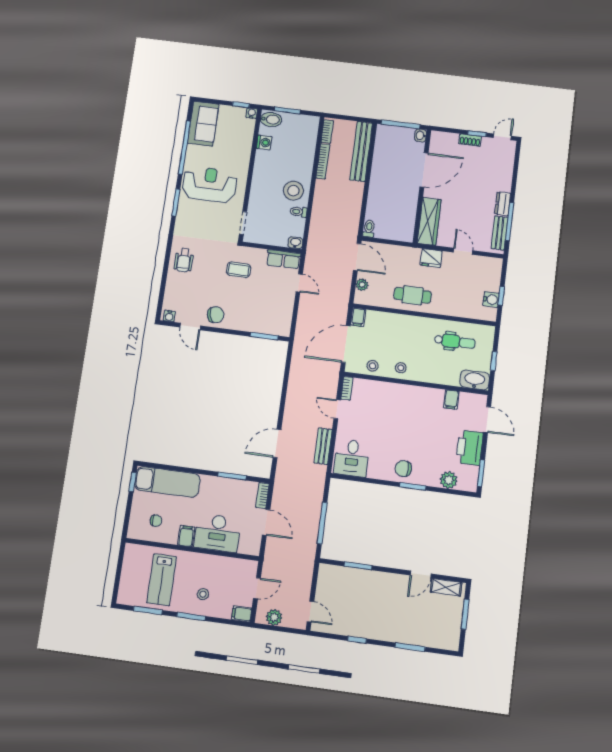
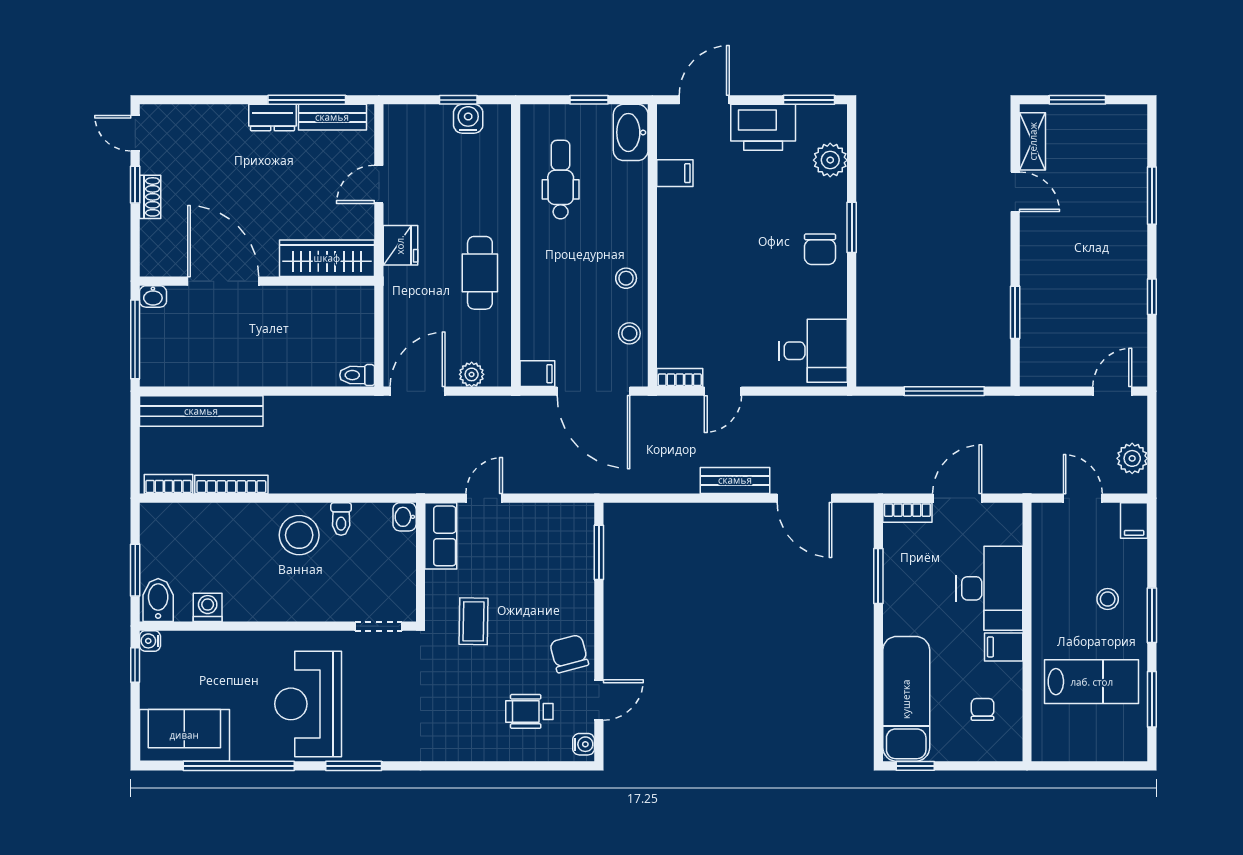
wheelchair: (184, 260) -> (529, 711), moved, turned 180
bench: (323, 446) -> (735, 480), moved

